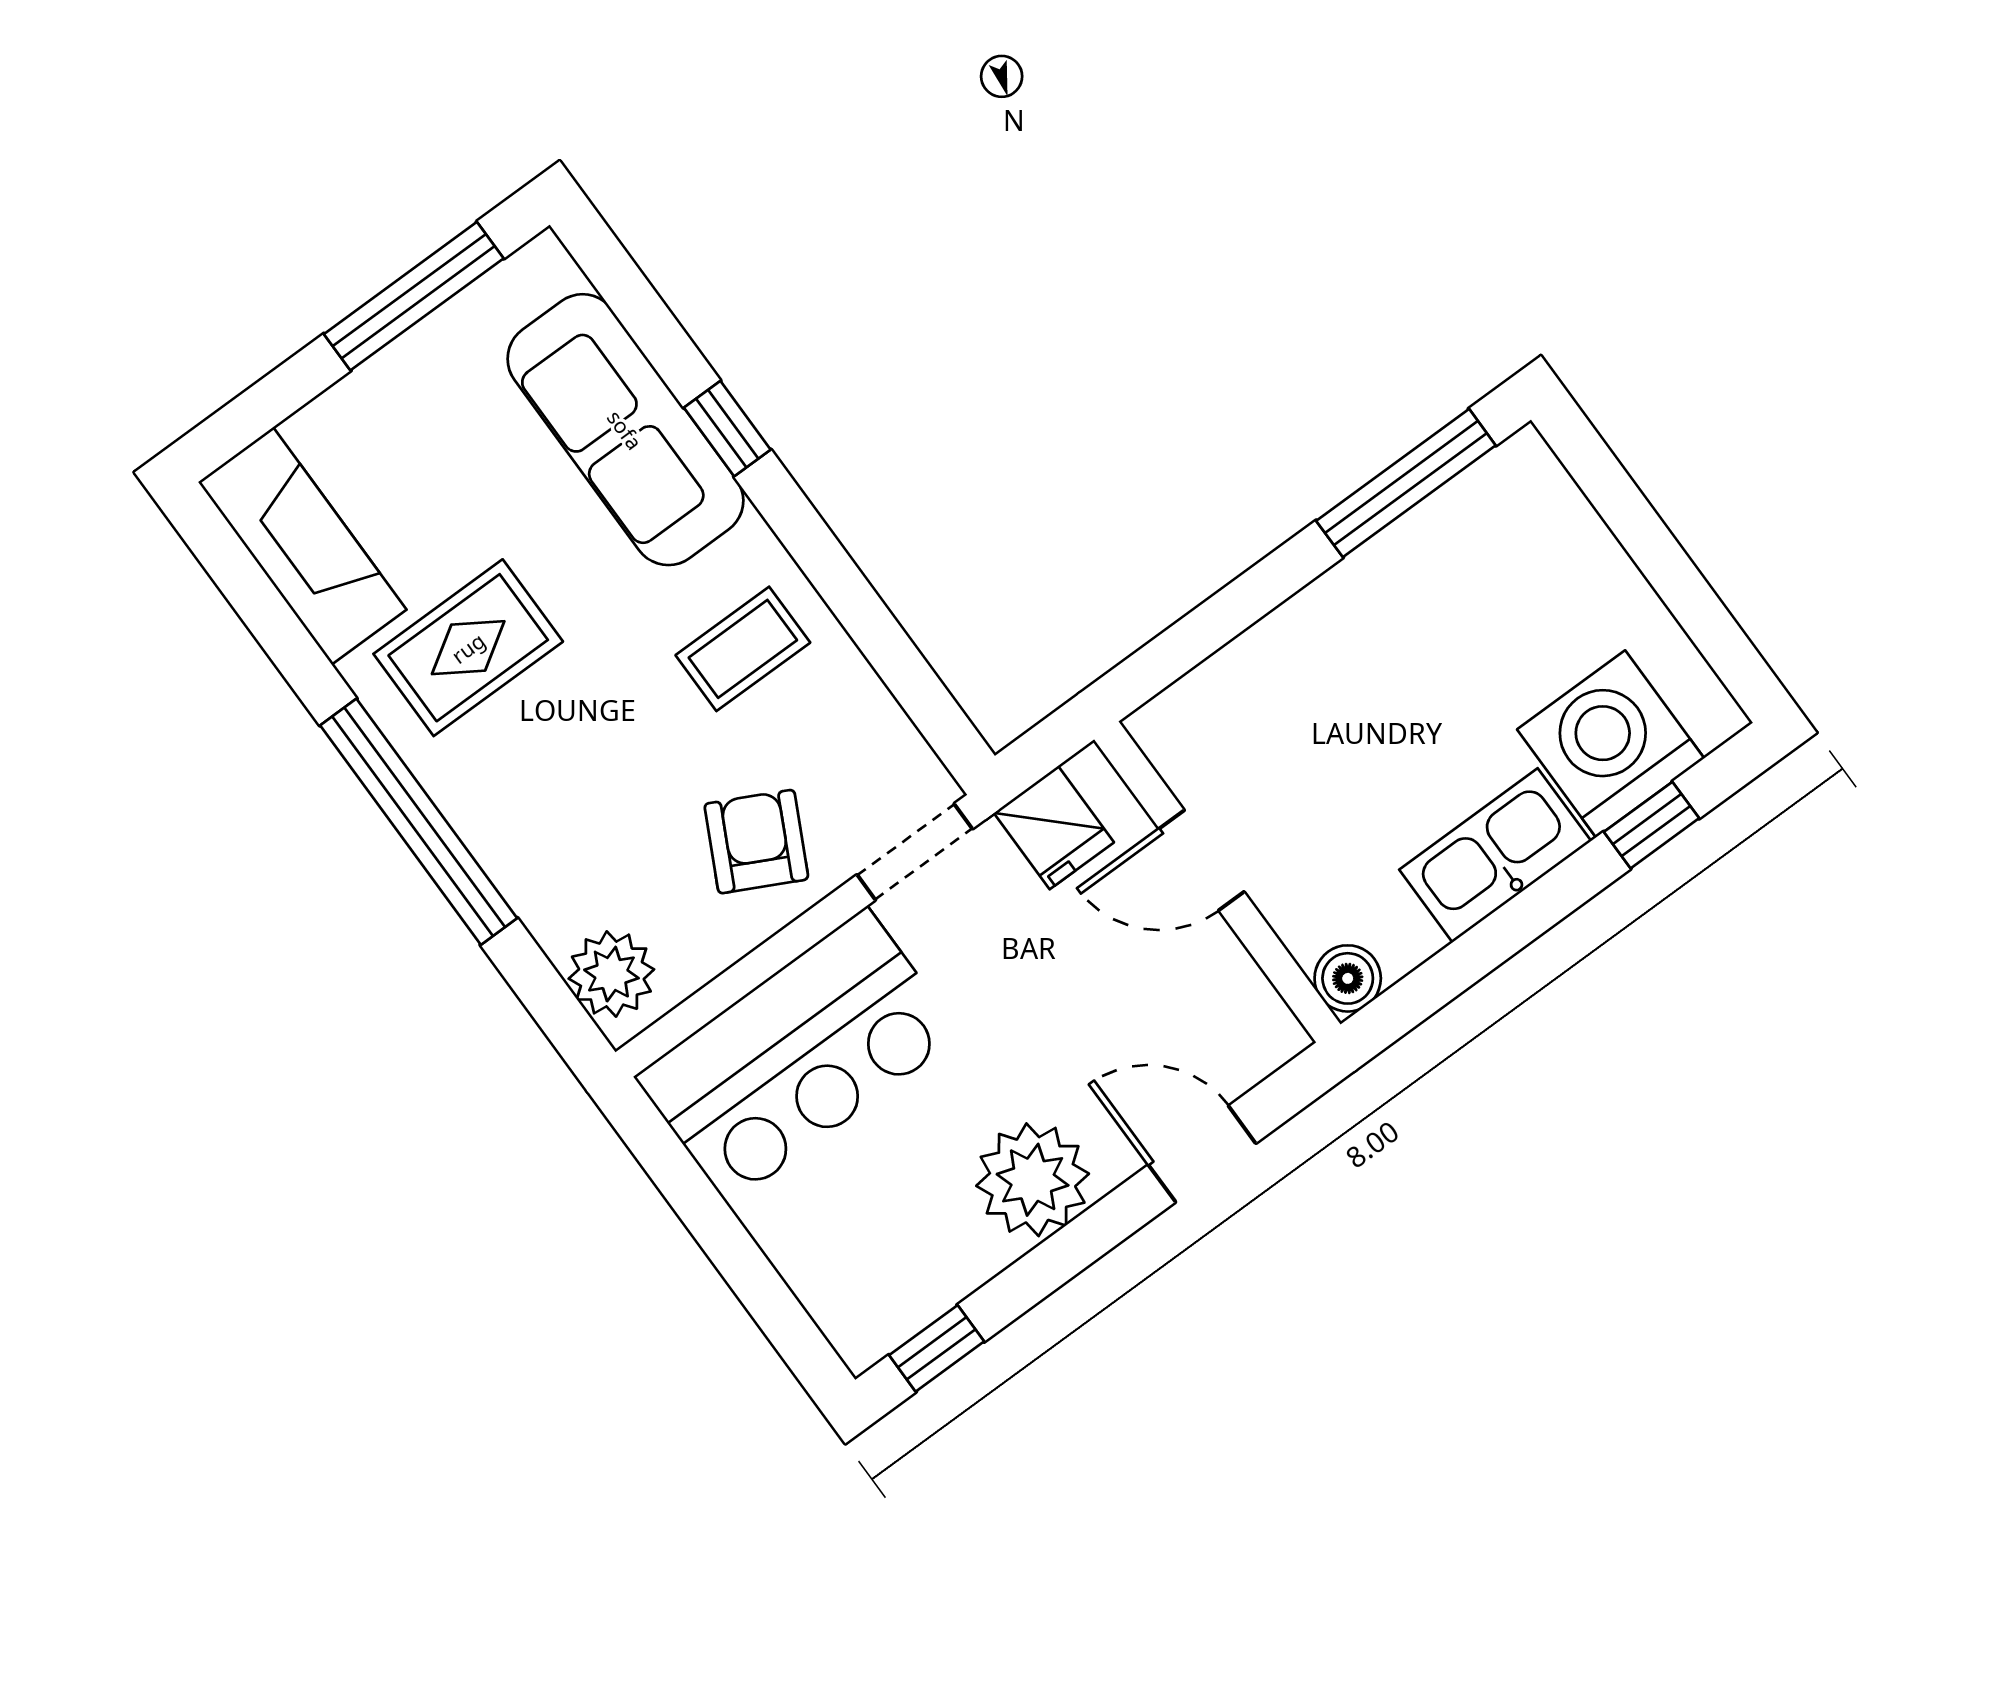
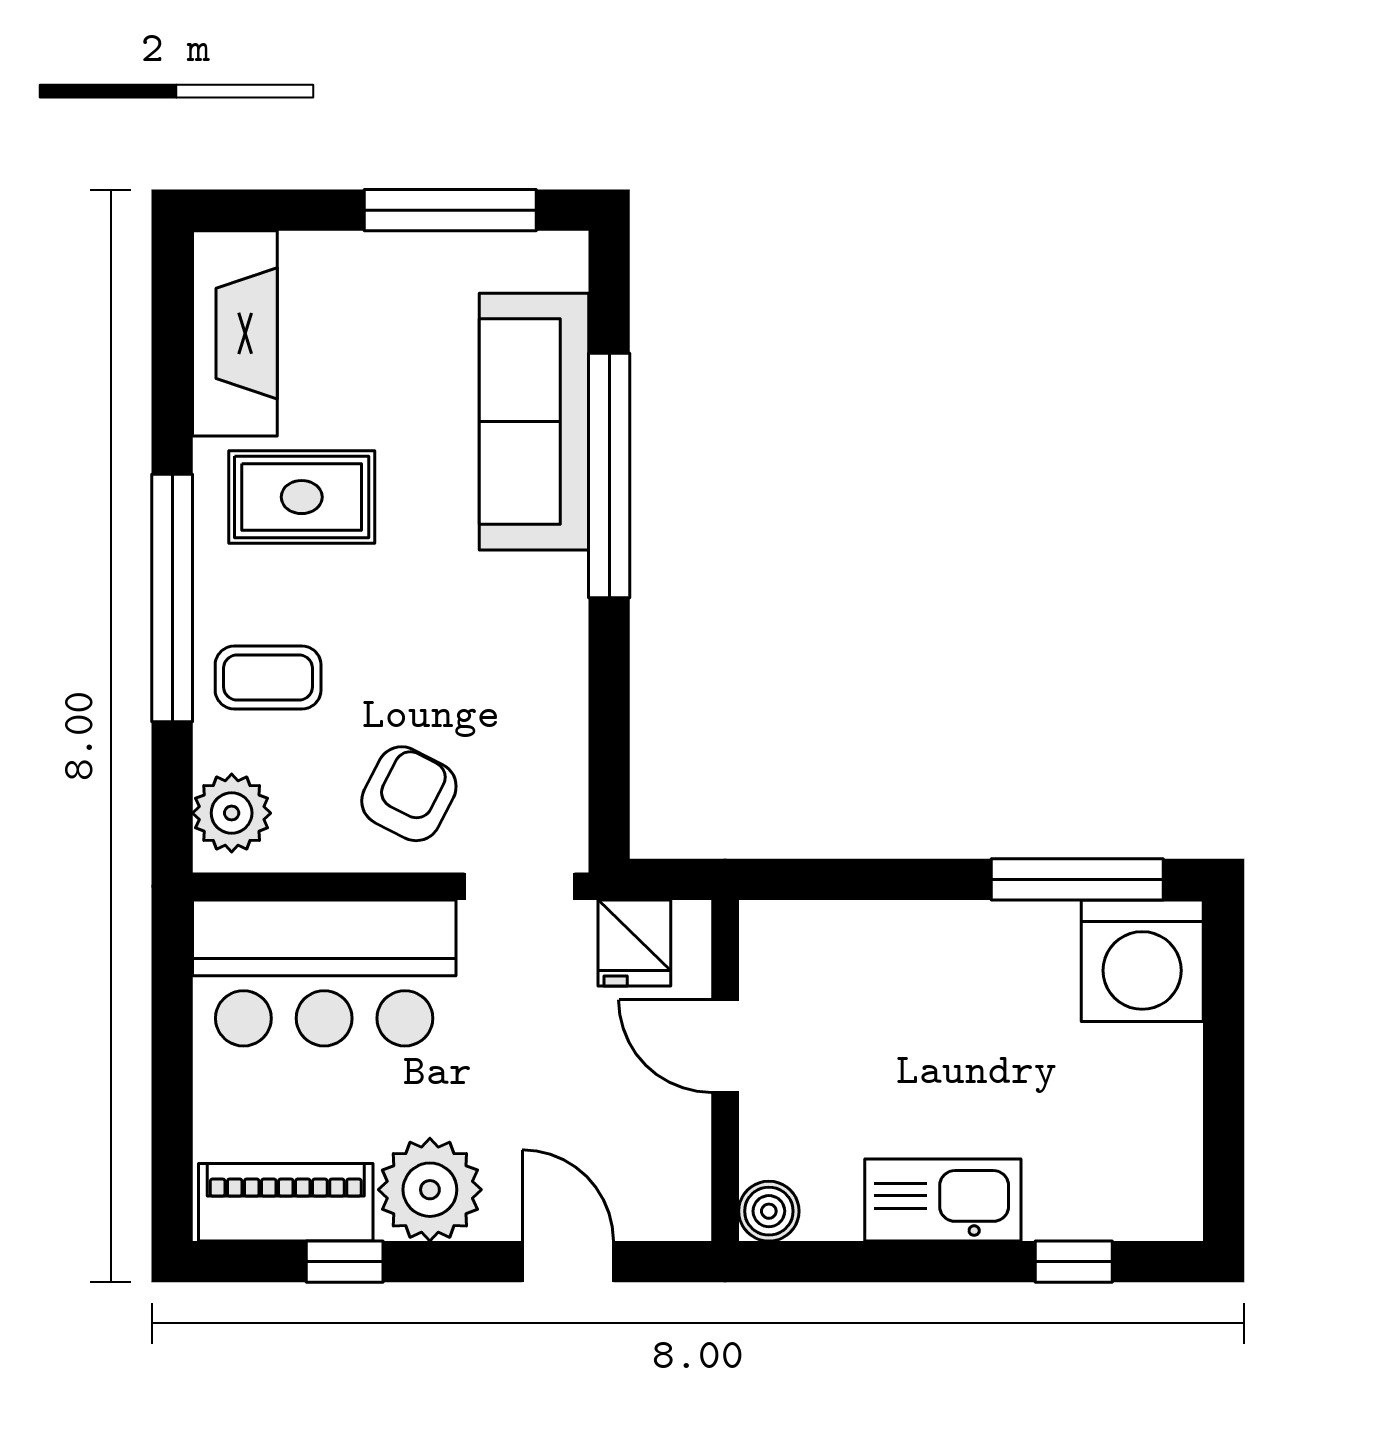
window: (727, 429) -> (609, 475), width x3.17
coffee table: (743, 649) -> (268, 677), moved
washing machine: (1611, 744) -> (1142, 961), moved, turned 180
piano: (913, 1285) -> (286, 1202), added
window: (937, 1348) -> (345, 1262), moved

